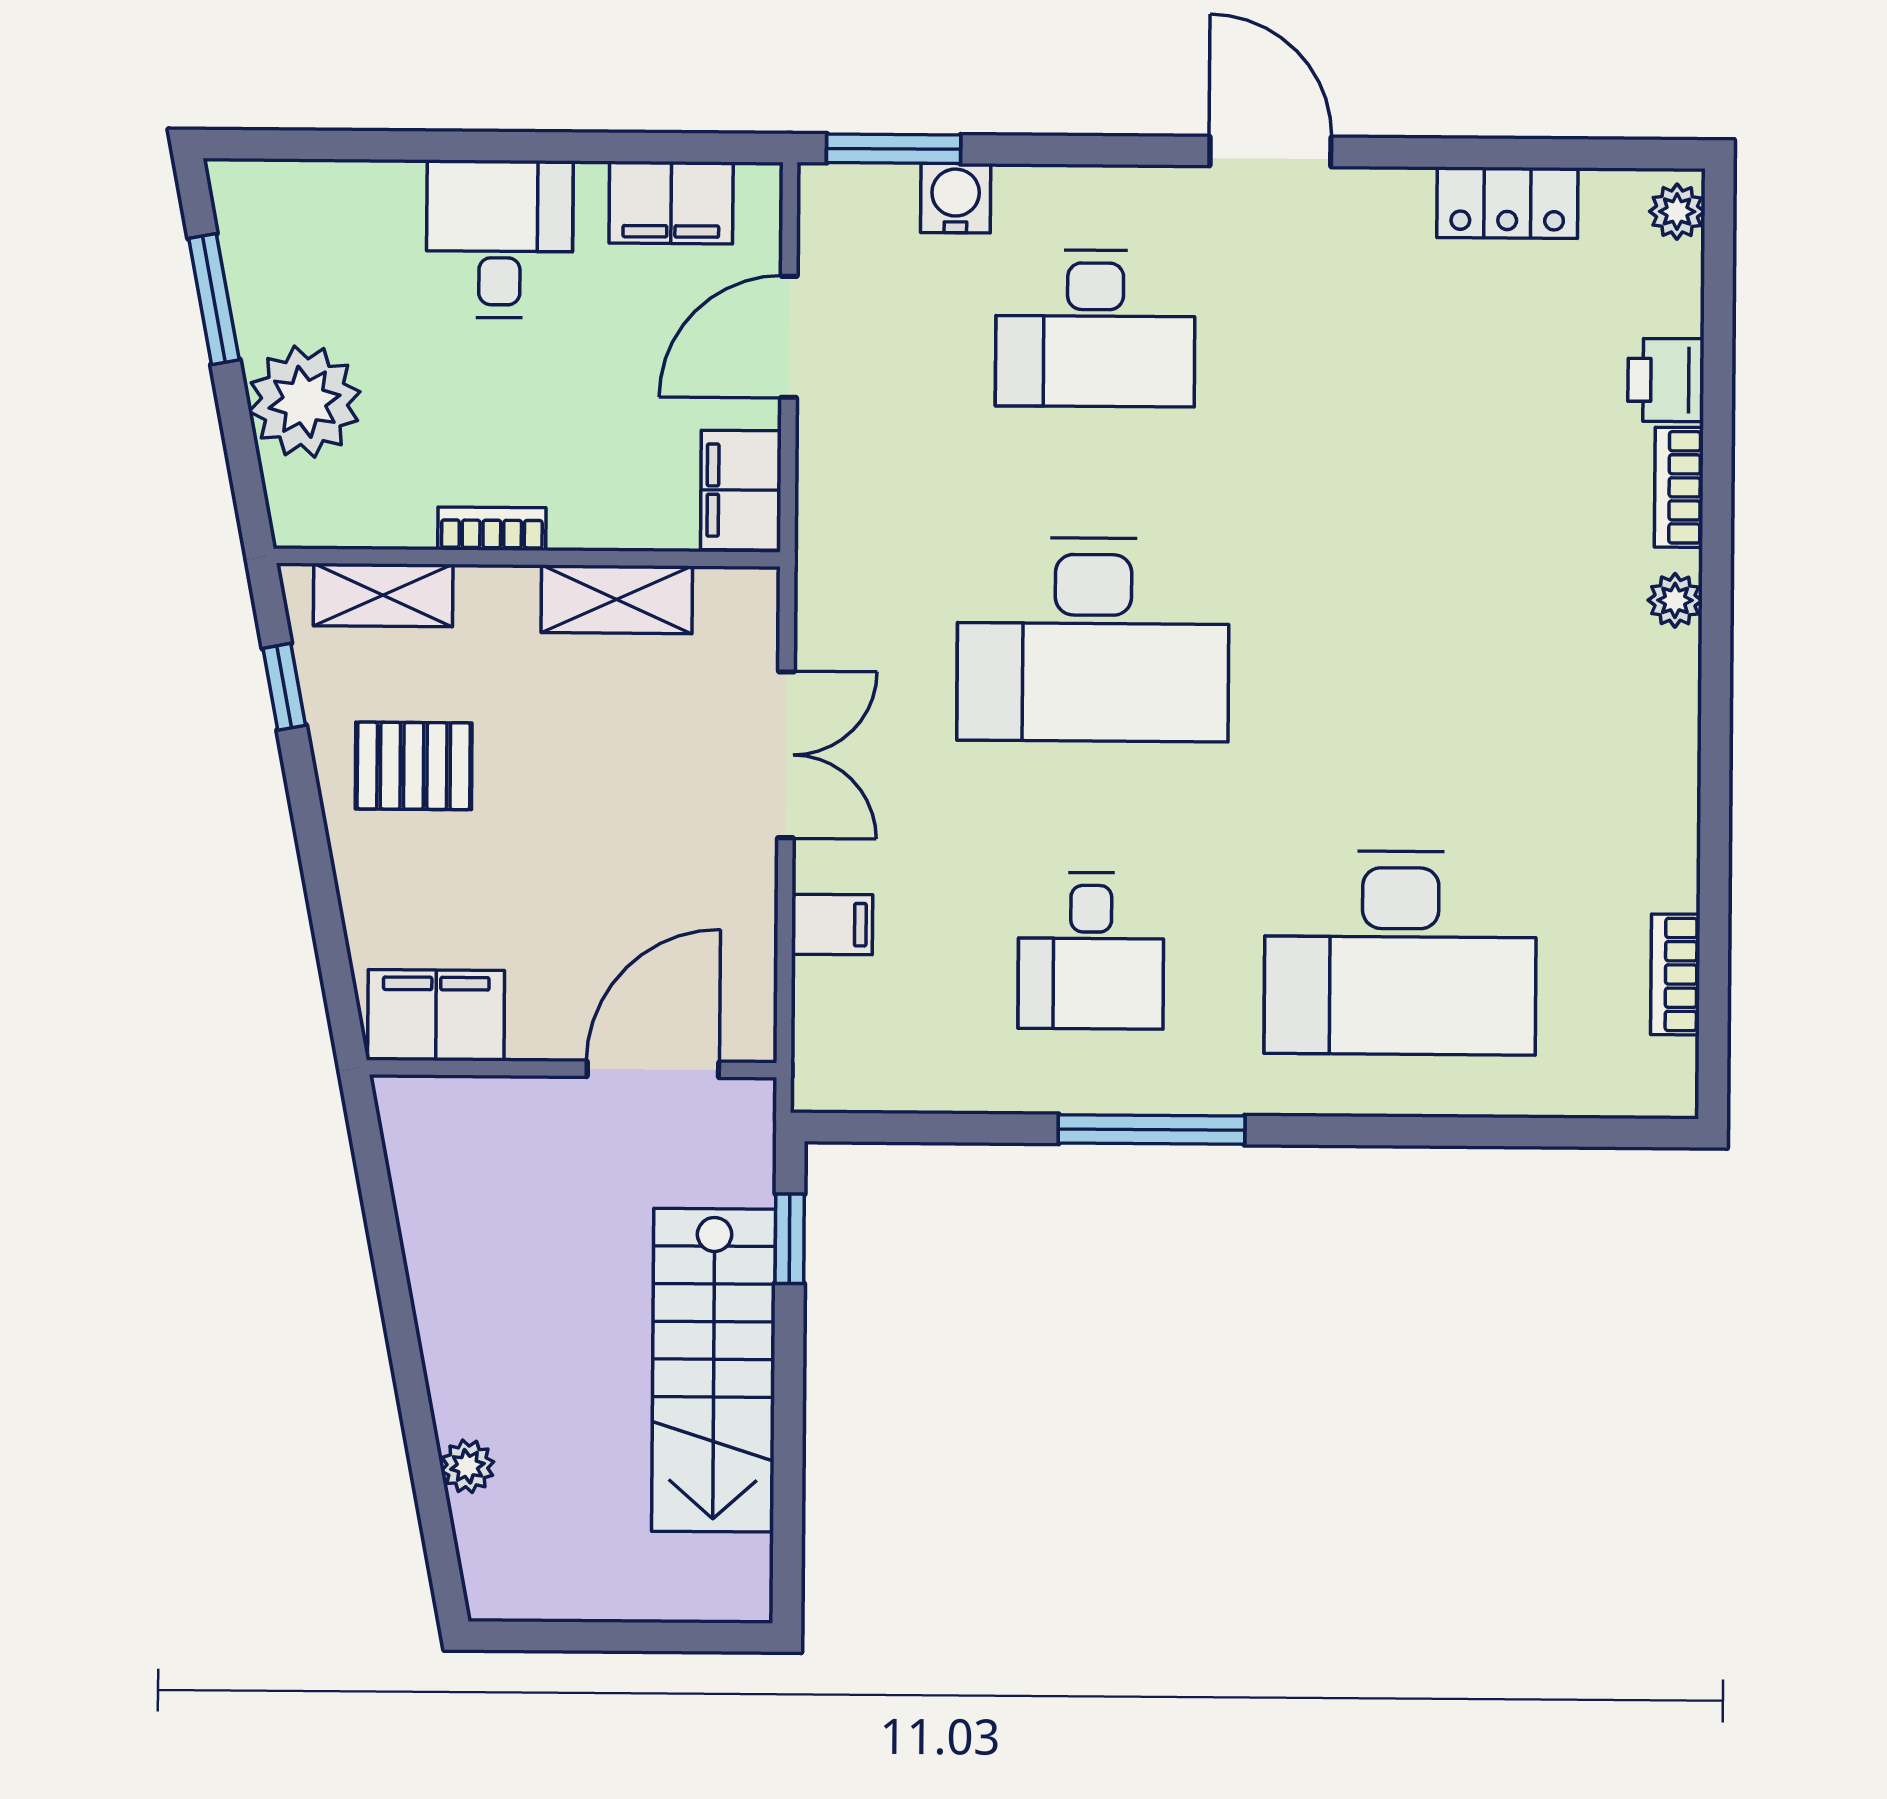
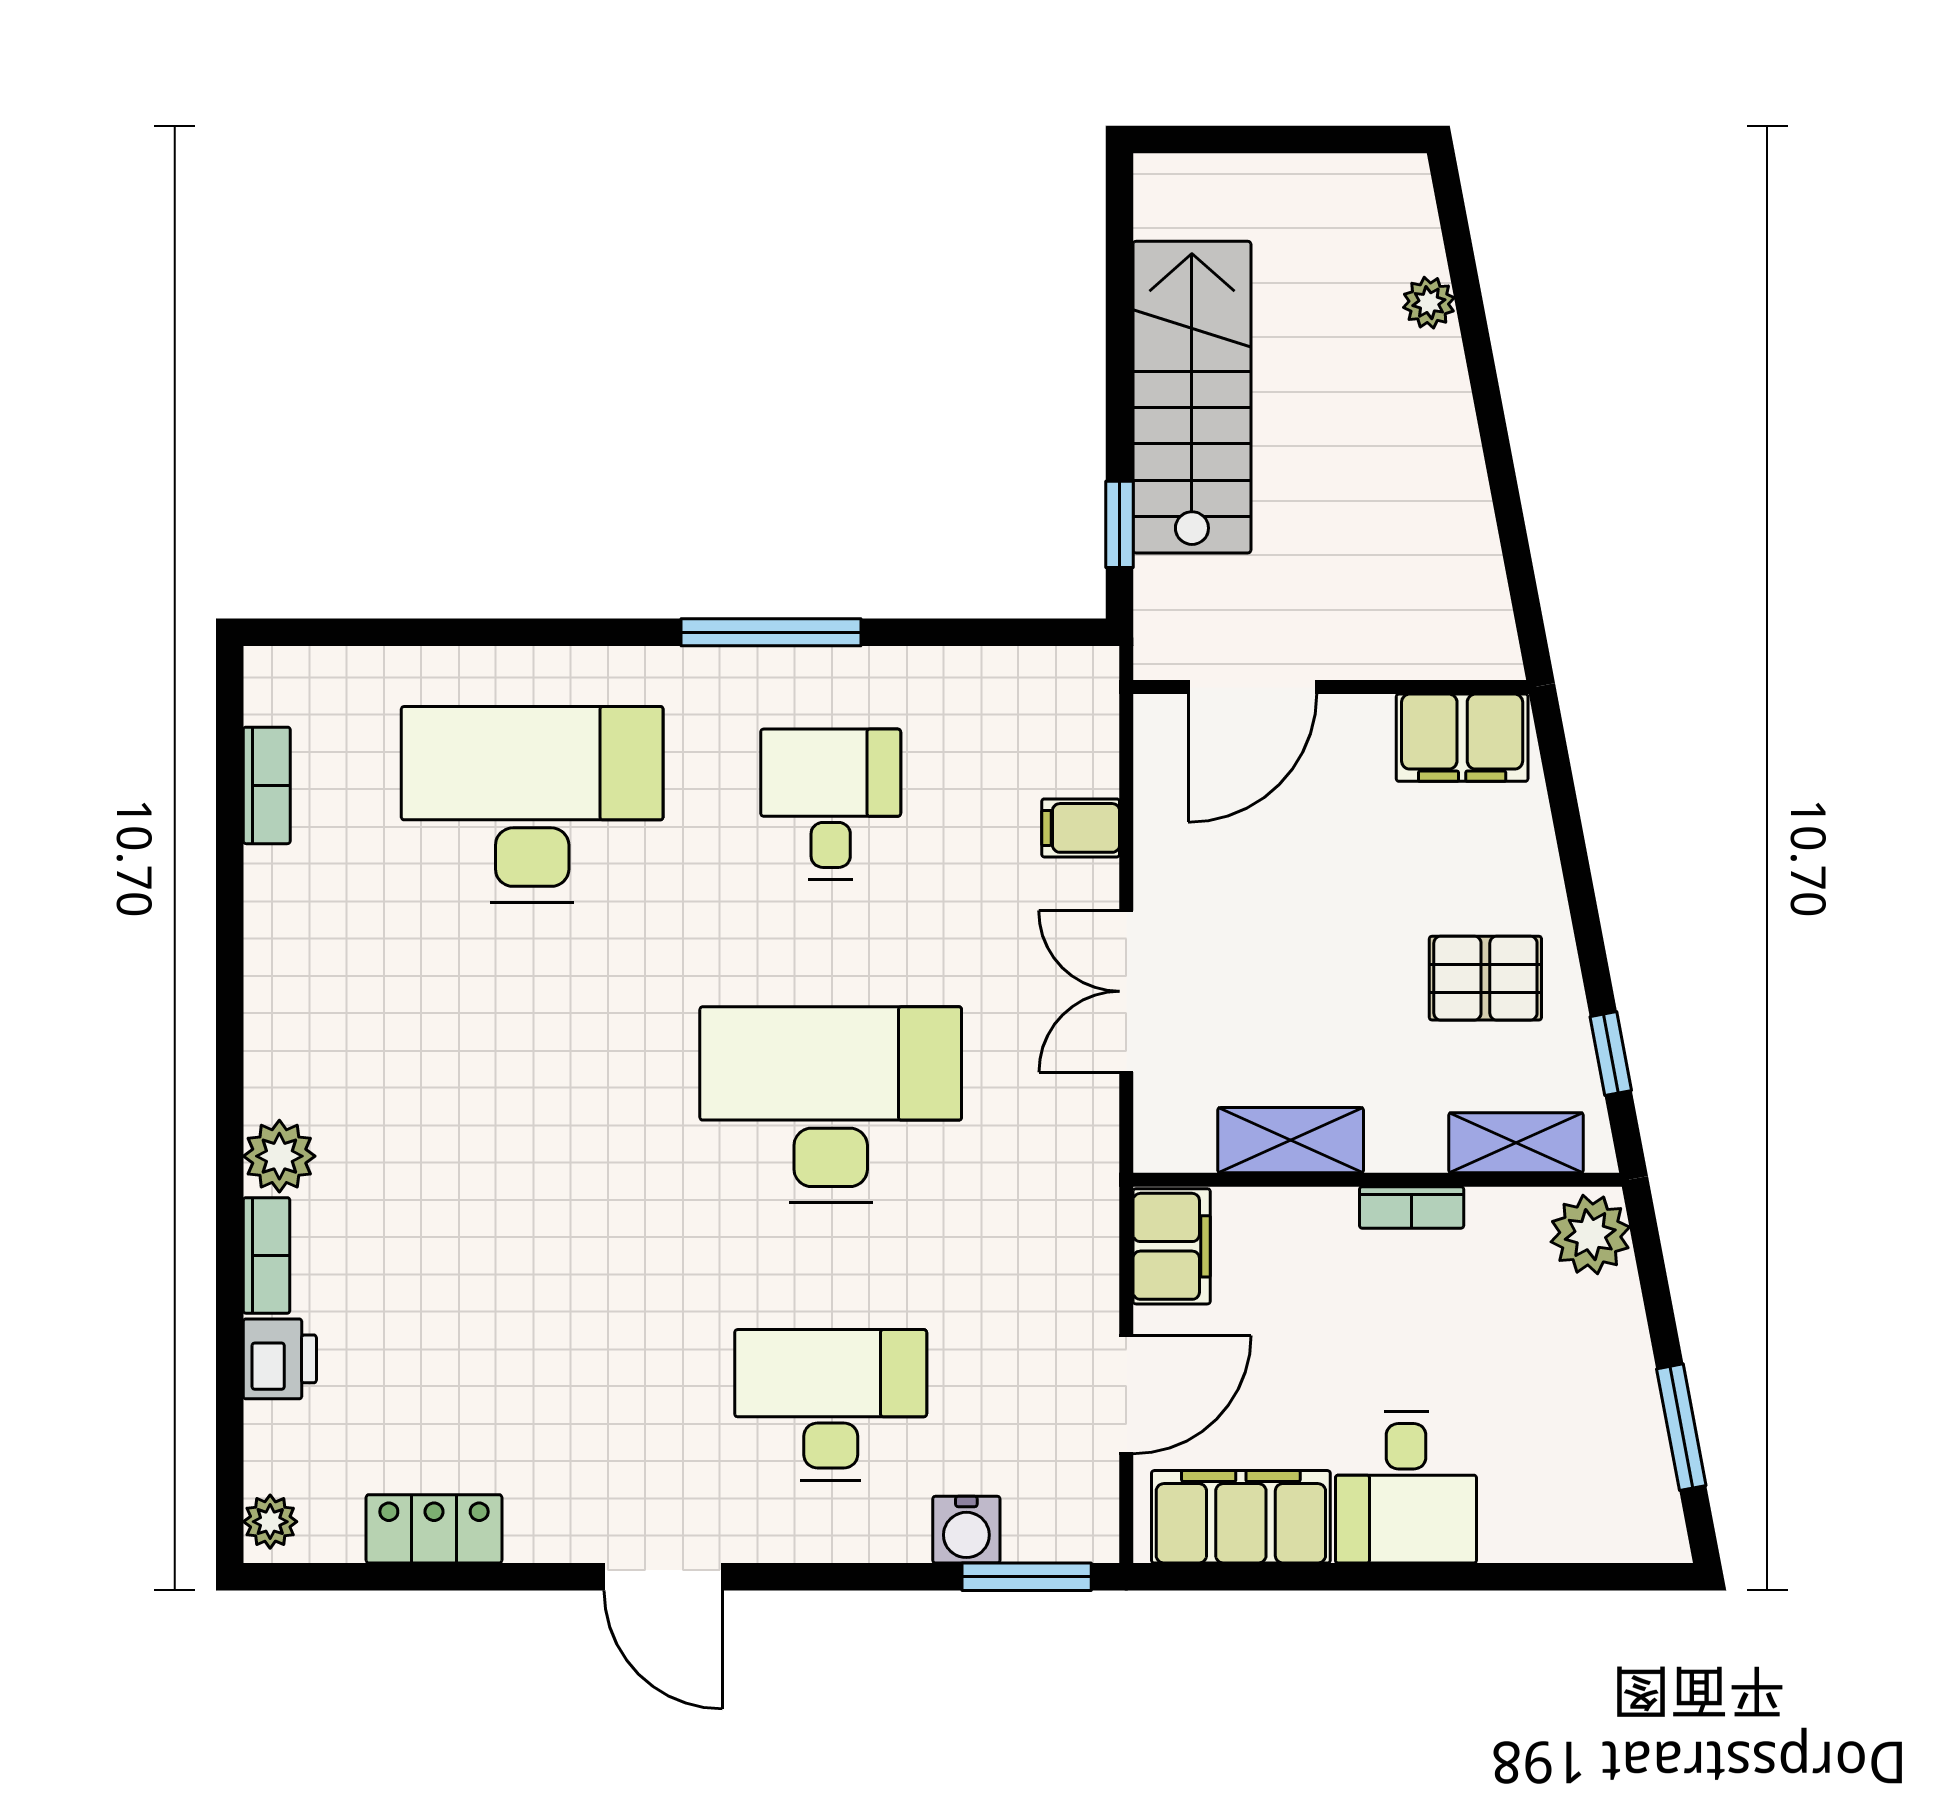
filing cabinet: (671, 203) -> (1241, 1517), width x1.50, depth x1.17
plant: (304, 402) -> (1590, 1235), moved, width x0.73, depth x0.73
plant: (1675, 600) -> (279, 1156), width x1.38, depth x1.38

